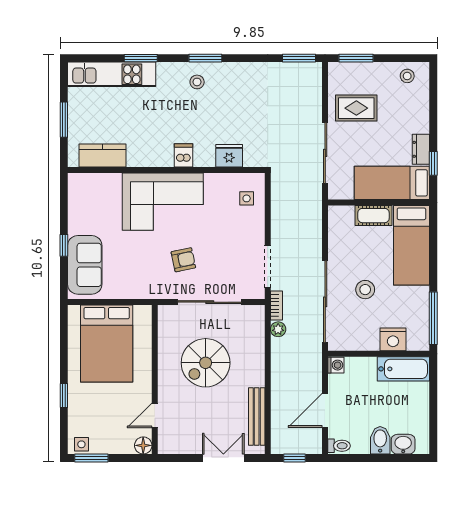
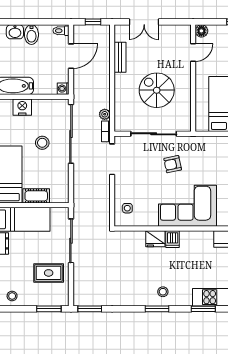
fridge: (229, 156) -> (155, 239), moved
spiral stairs: (206, 363) -> (157, 90), turned -90
bench: (257, 416) -> (120, 57), width x0.73

